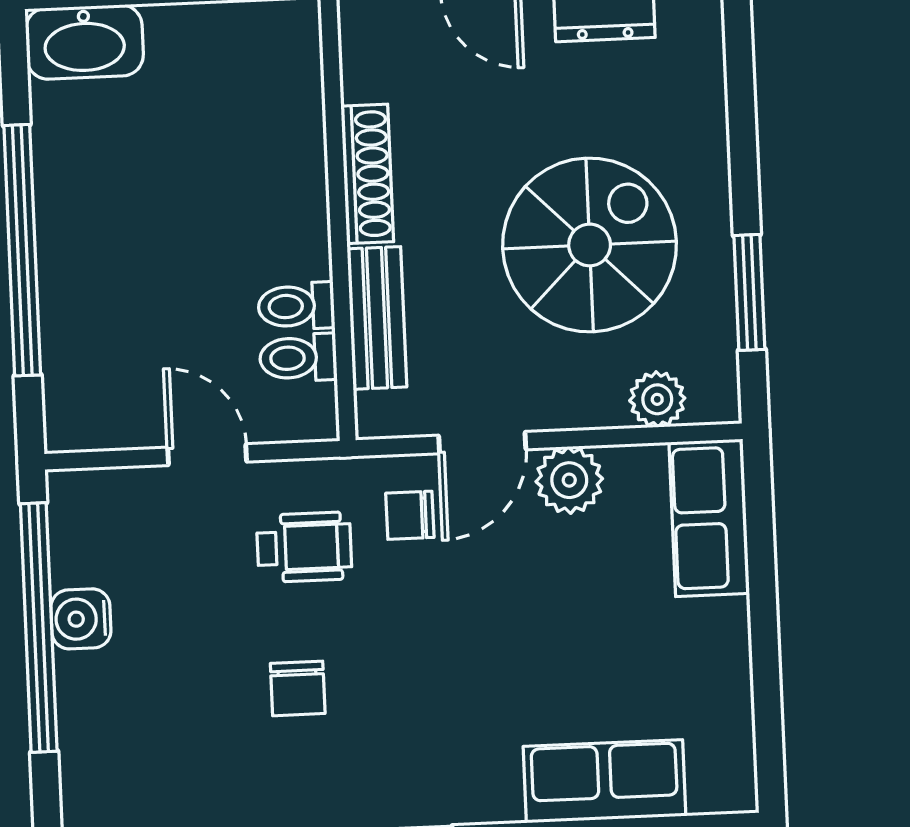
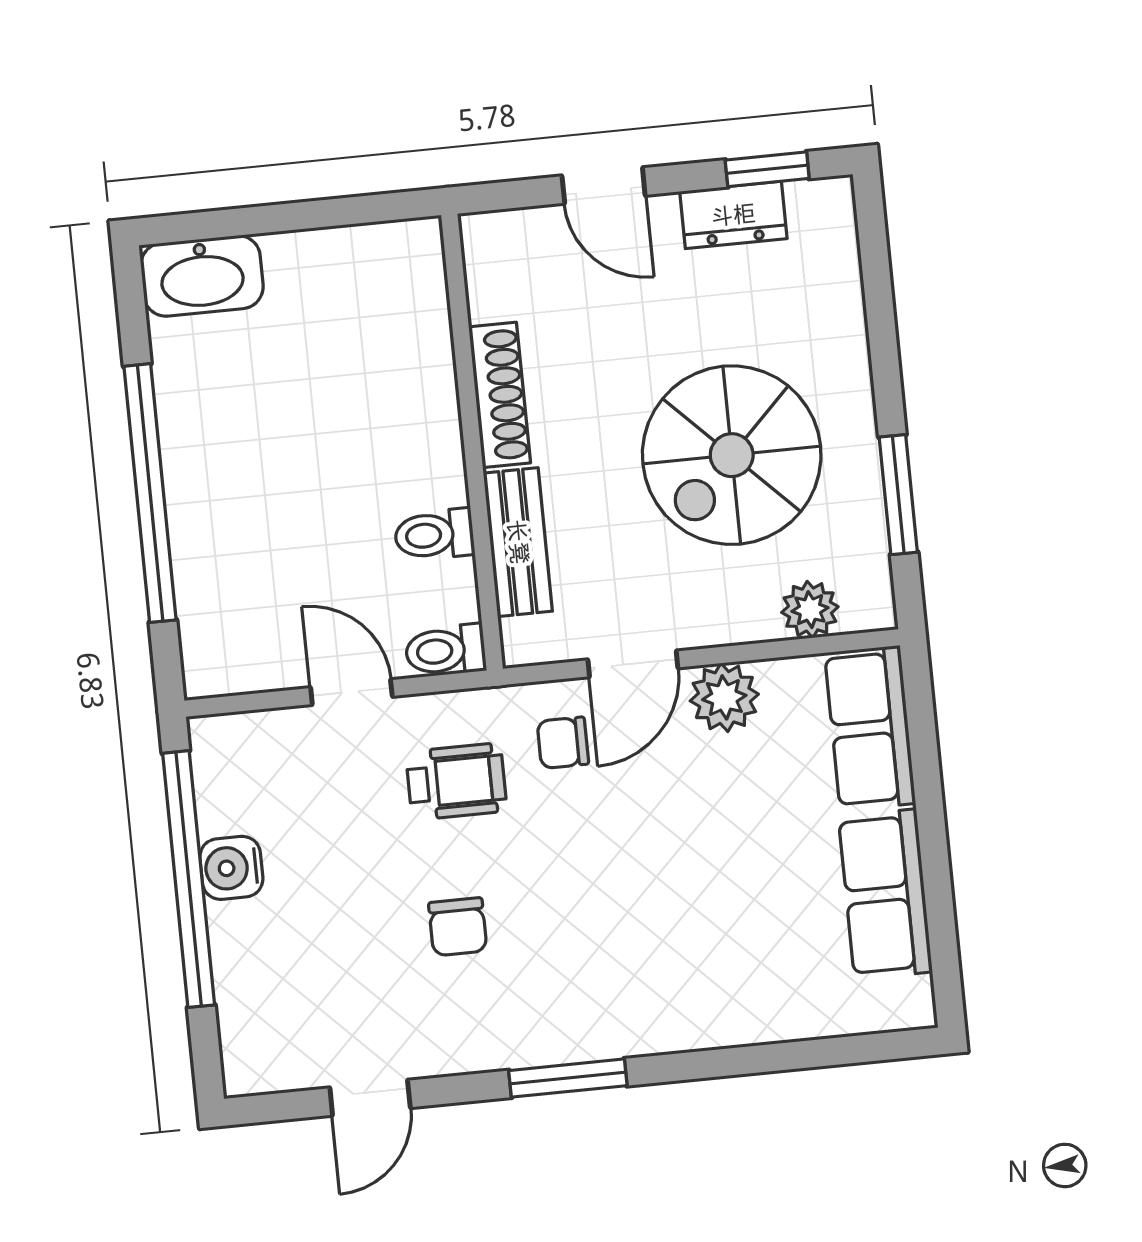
spiral stairs: (590, 245) -> (732, 455), turned 180
toilet: (298, 358) -> (446, 650), moved
row of seats: (604, 781) -> (885, 894), moved, turned -90

